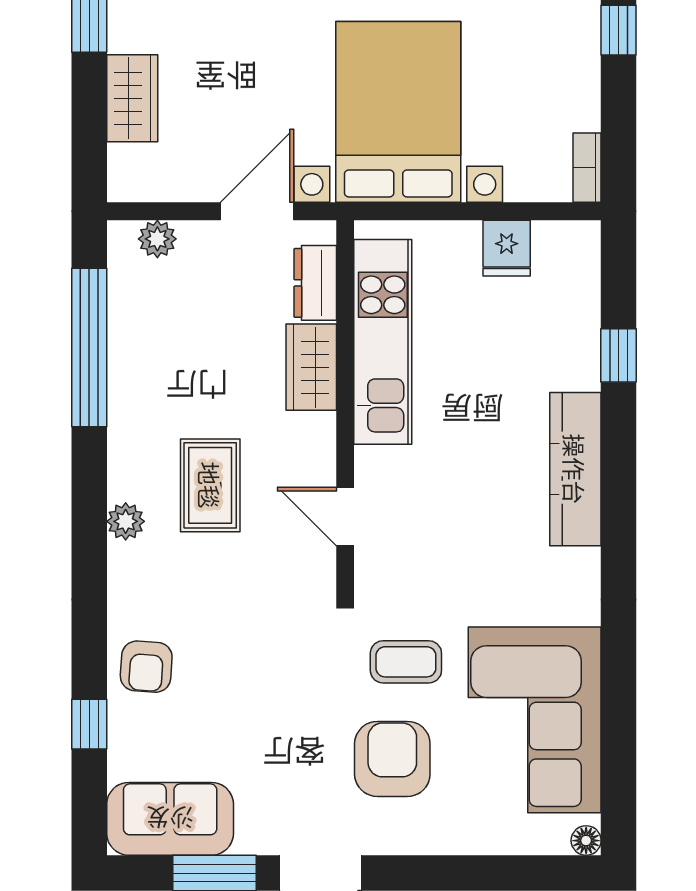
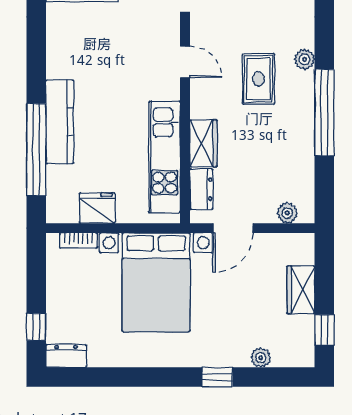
bookcase: (587, 168) -> (79, 241), moved, turned 90
fridge: (507, 248) -> (97, 208), width x1.38
window: (89, 348) -> (324, 112), moved
window: (619, 355) -> (36, 150), width x3.17
kitchen counter: (575, 469) -> (60, 122), moved

